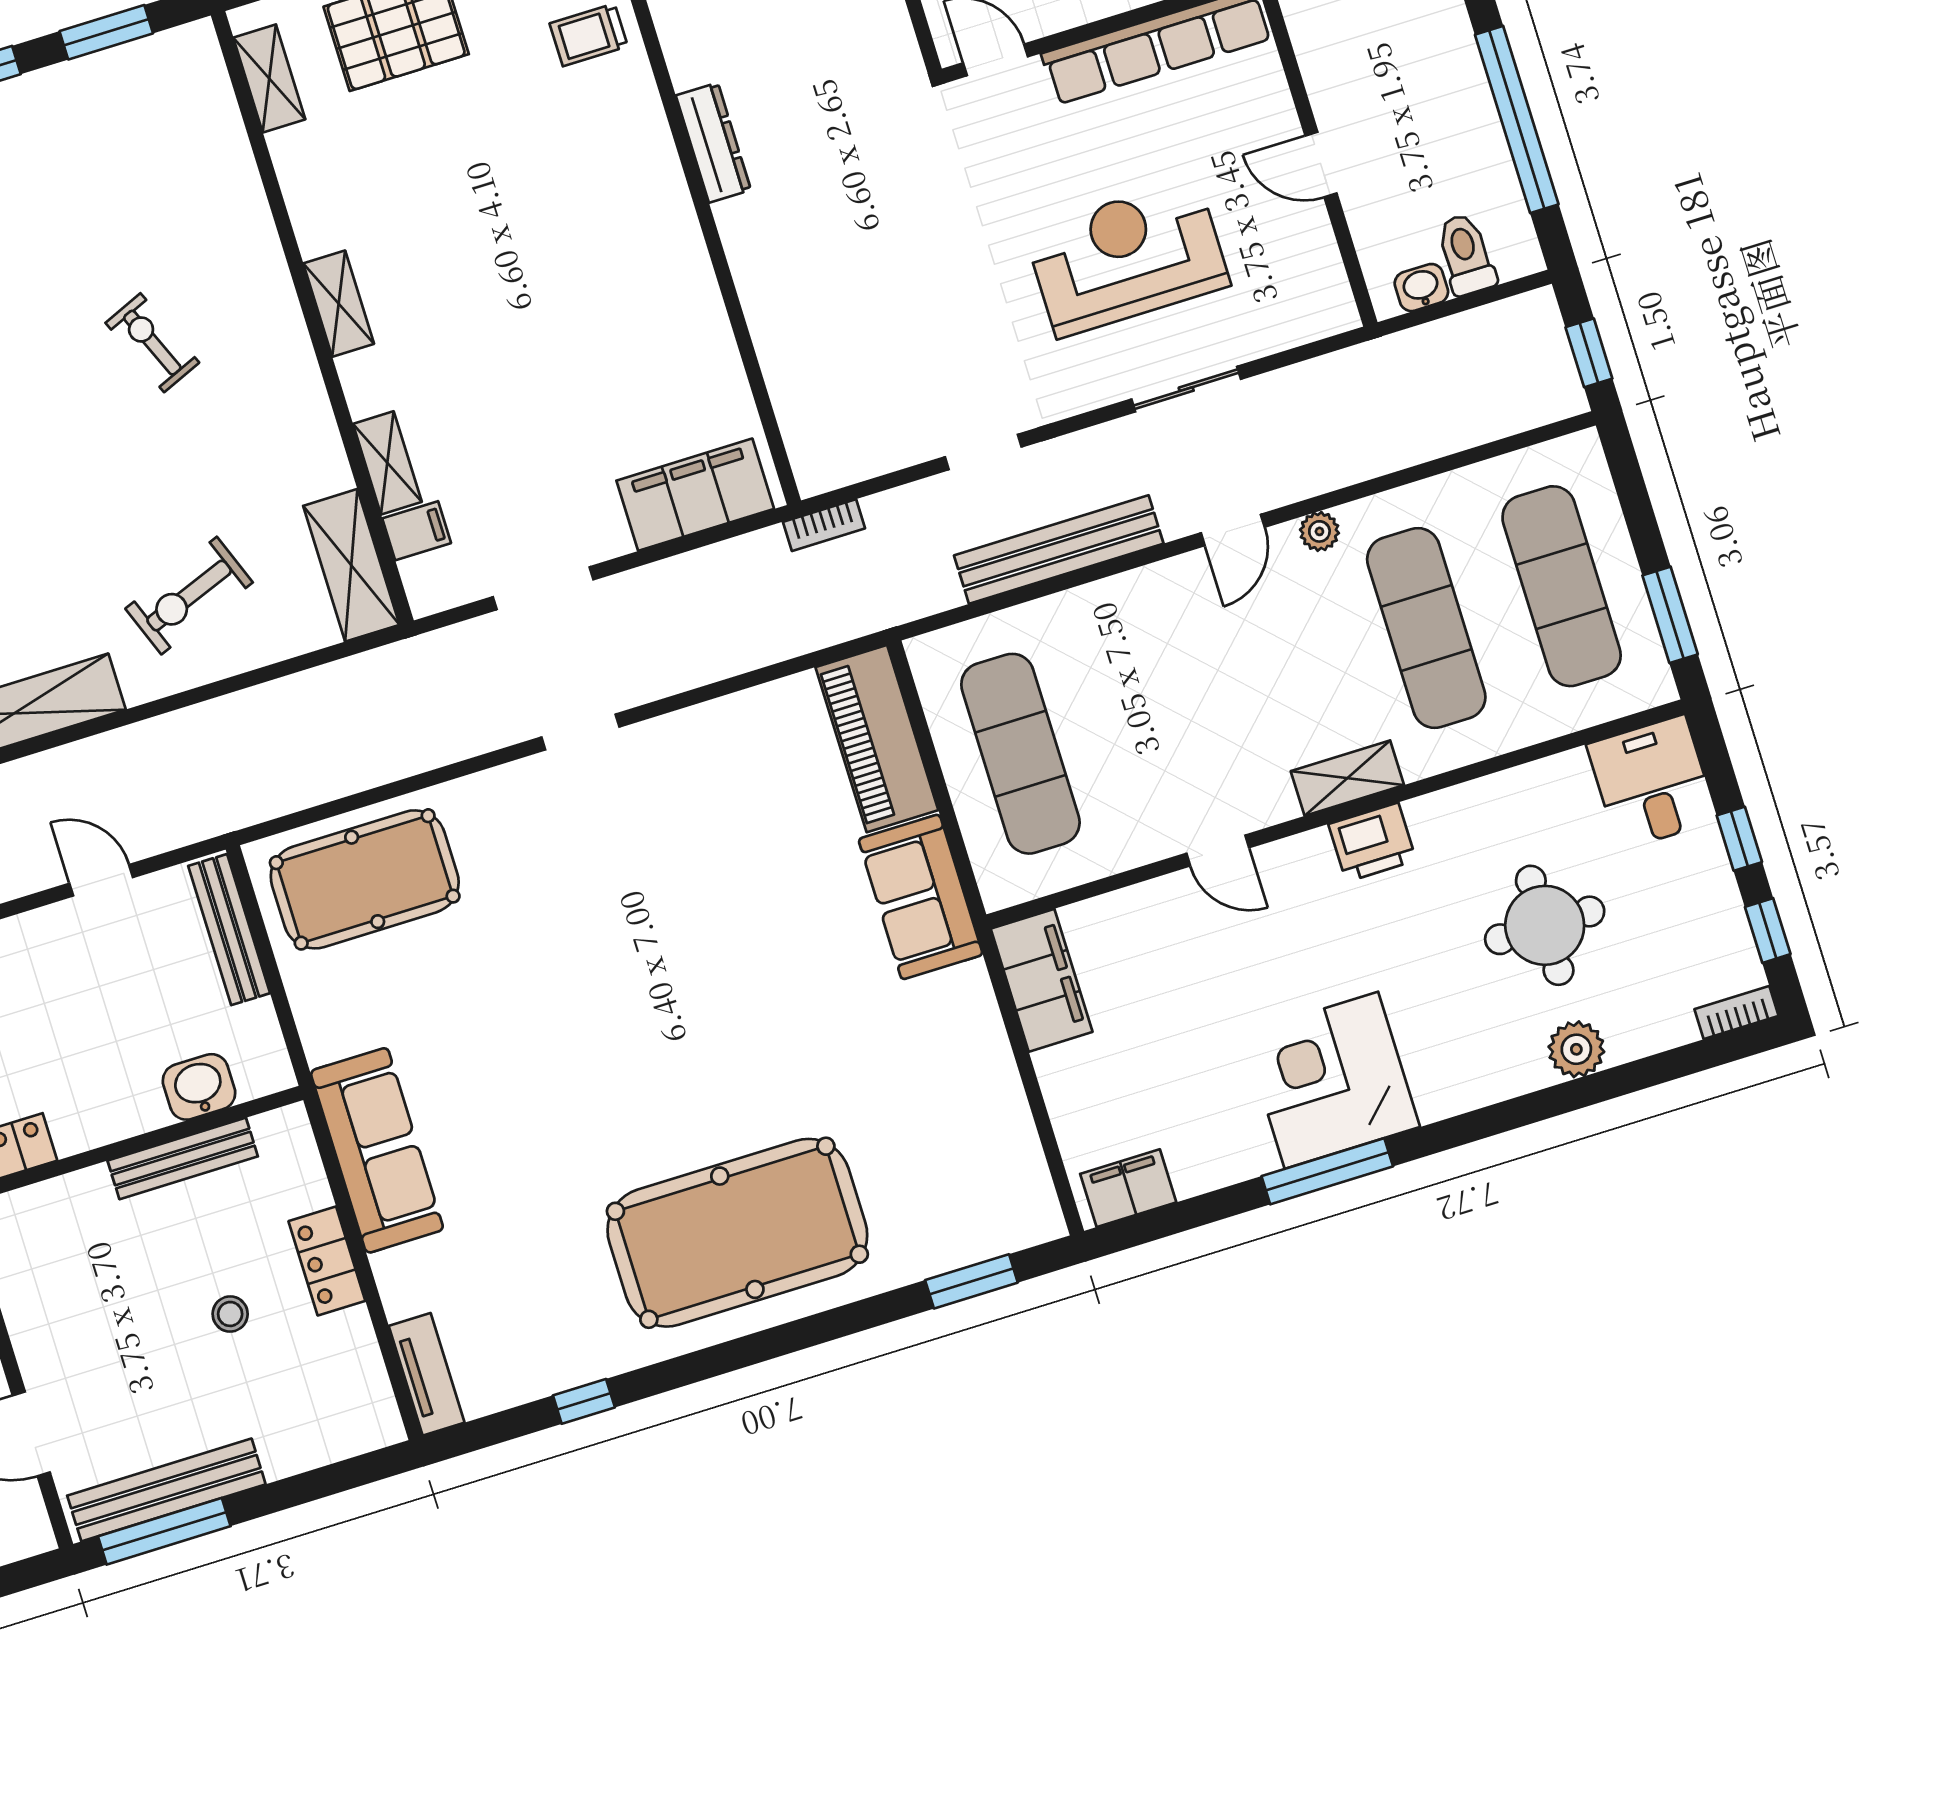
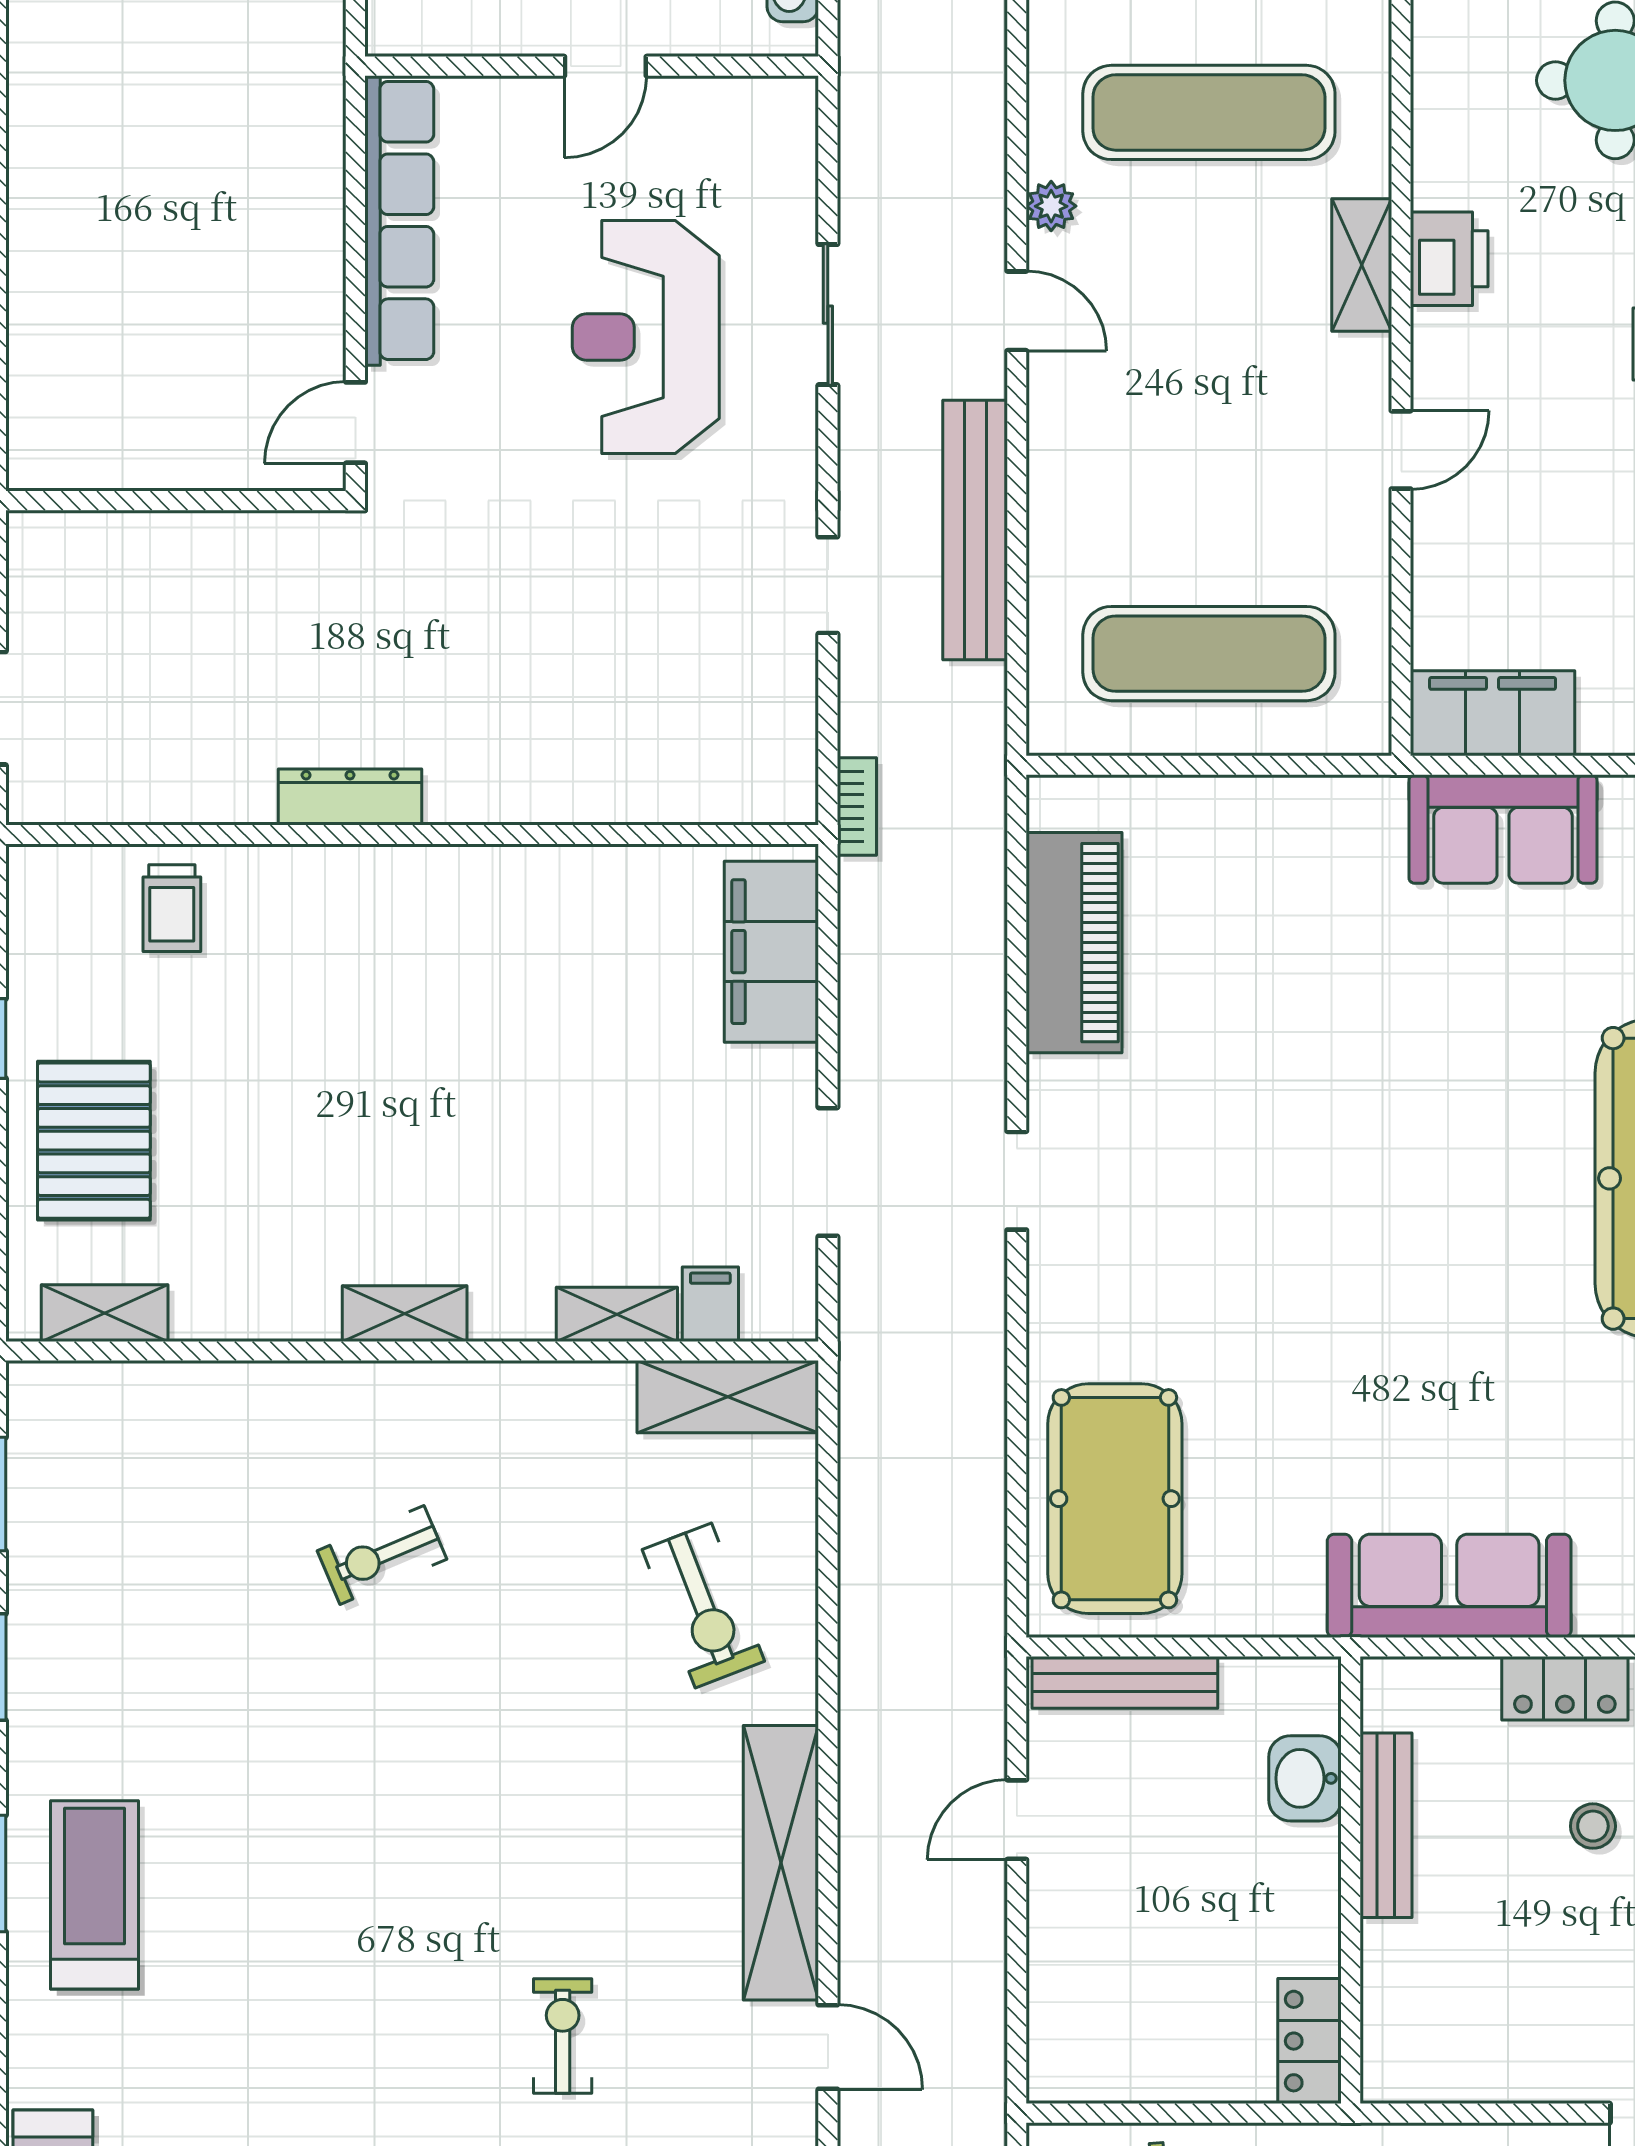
piano: (877, 739) -> (1074, 943), moved, turned -90
sofa: (921, 897) -> (1503, 829), moved

